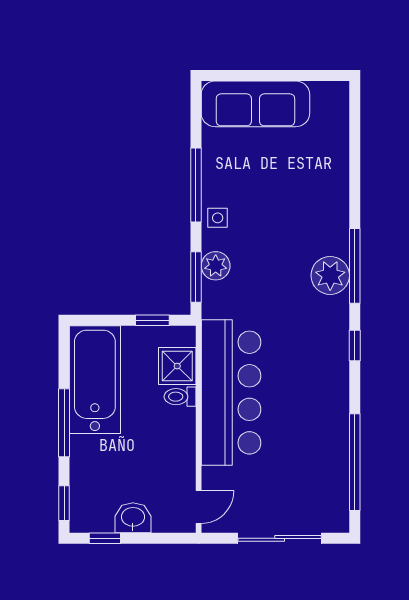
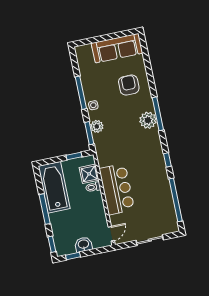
sofa: (255, 104) -> (117, 48), moved
armchair: (304, 190) -> (129, 85), added
window: (355, 345) -> (167, 160), moved
bar counter: (231, 393) -> (117, 189), width x0.73
sliding door: (280, 538) -> (150, 240), width x0.73

